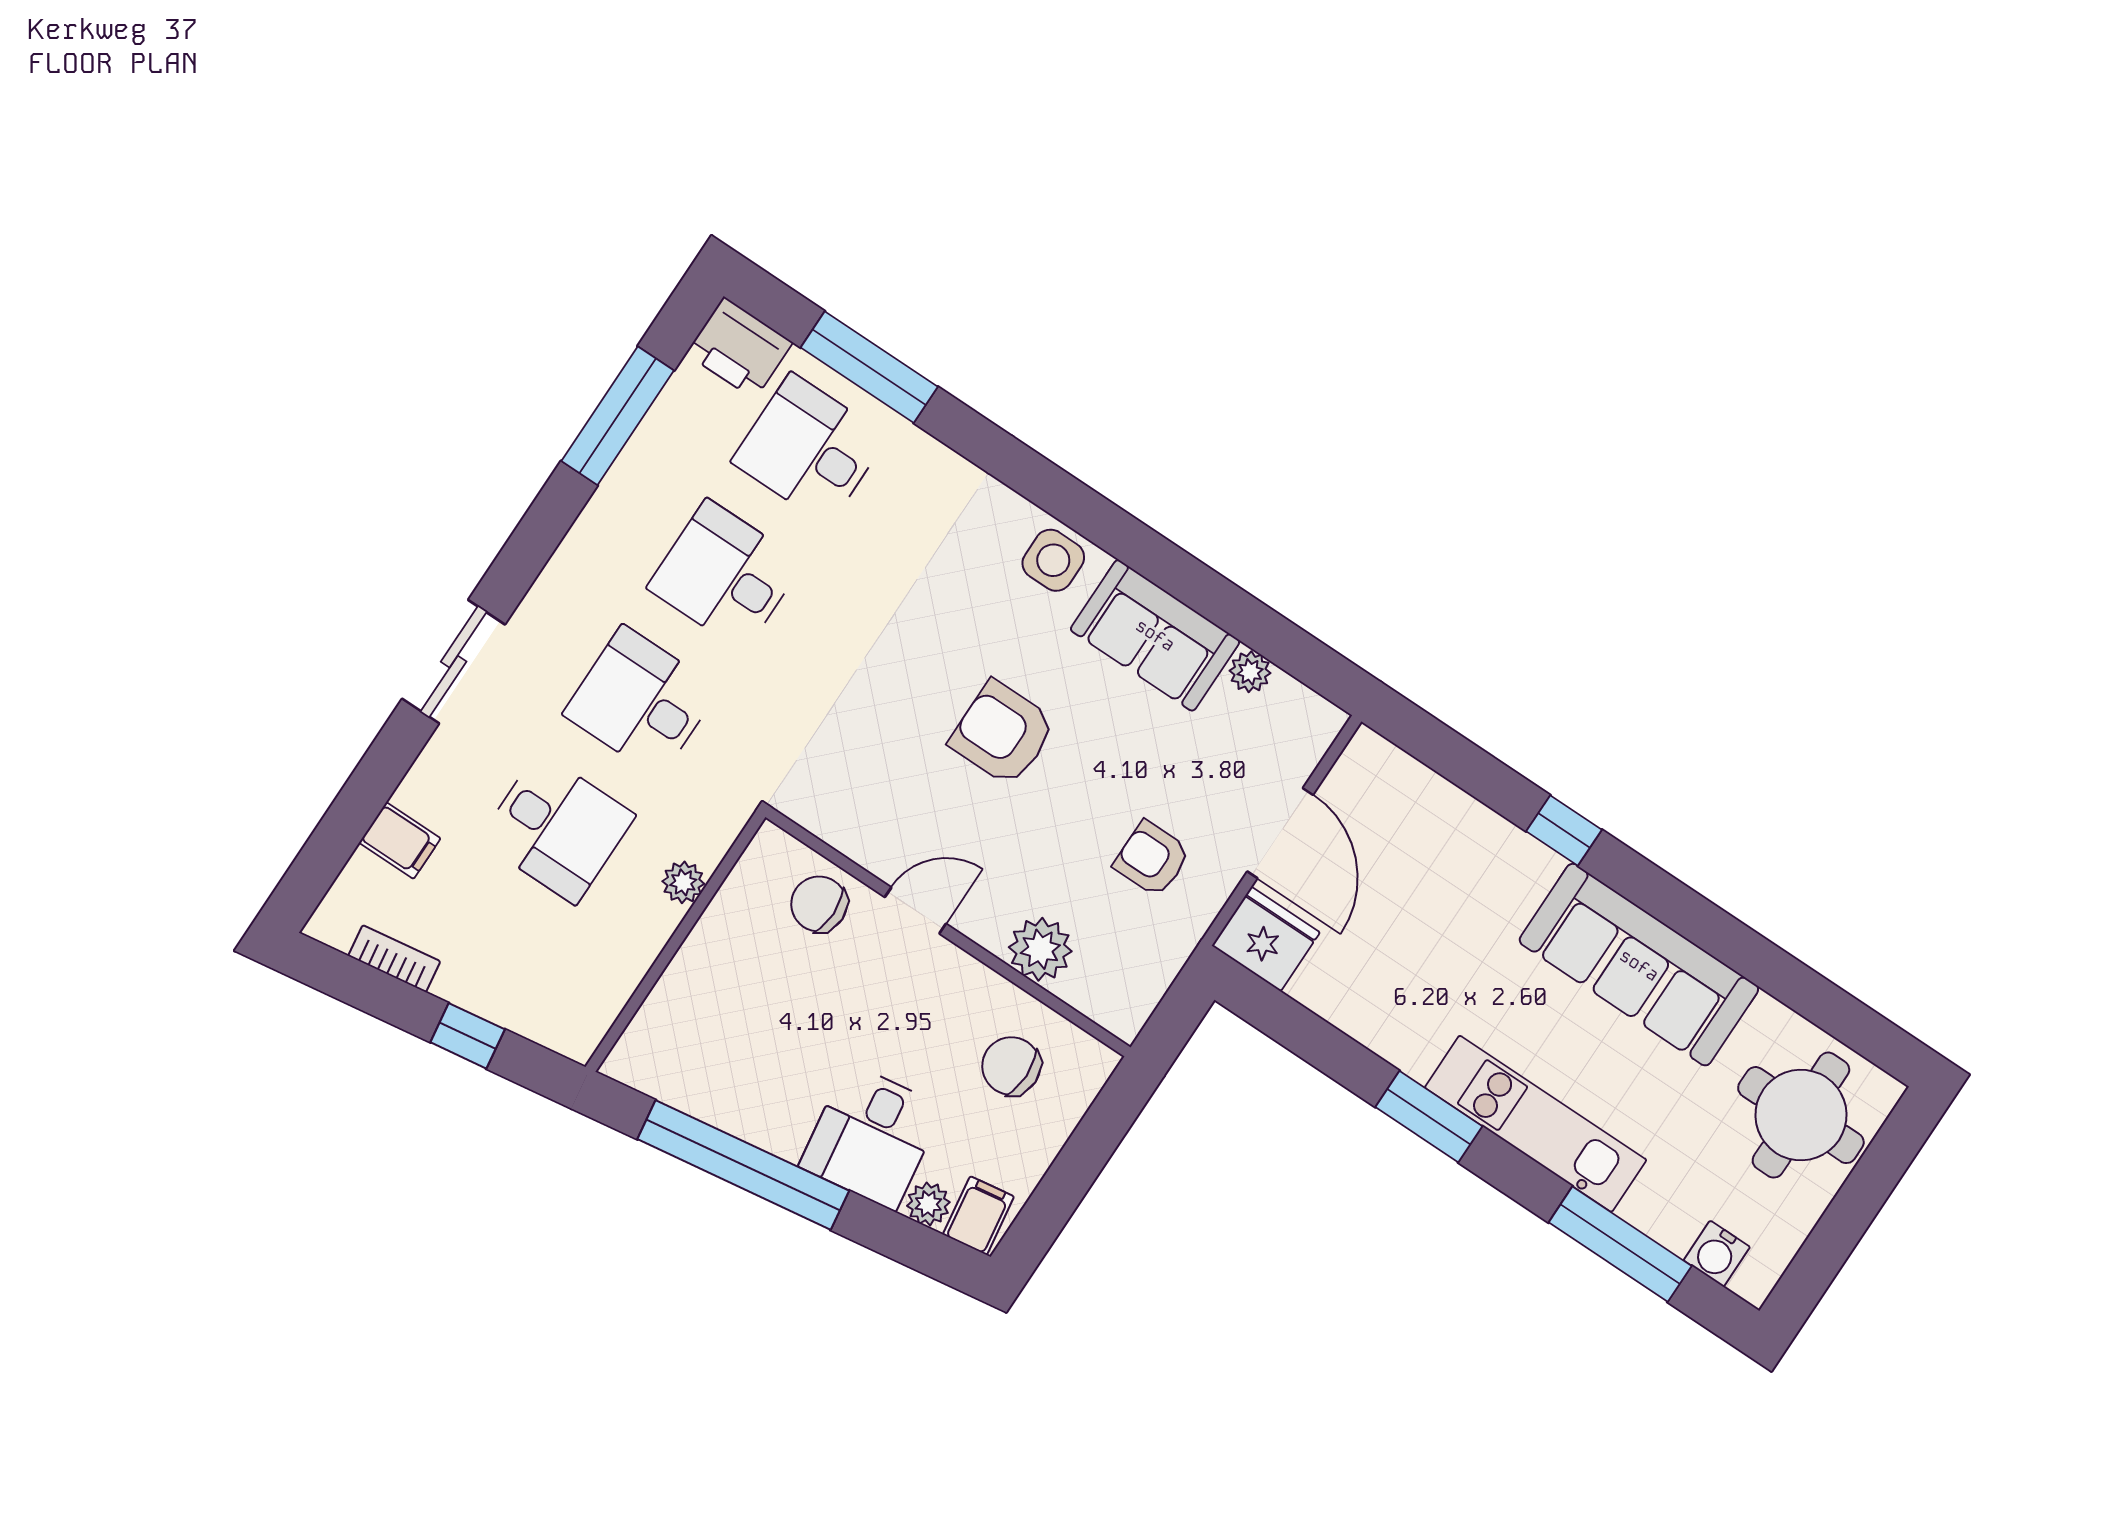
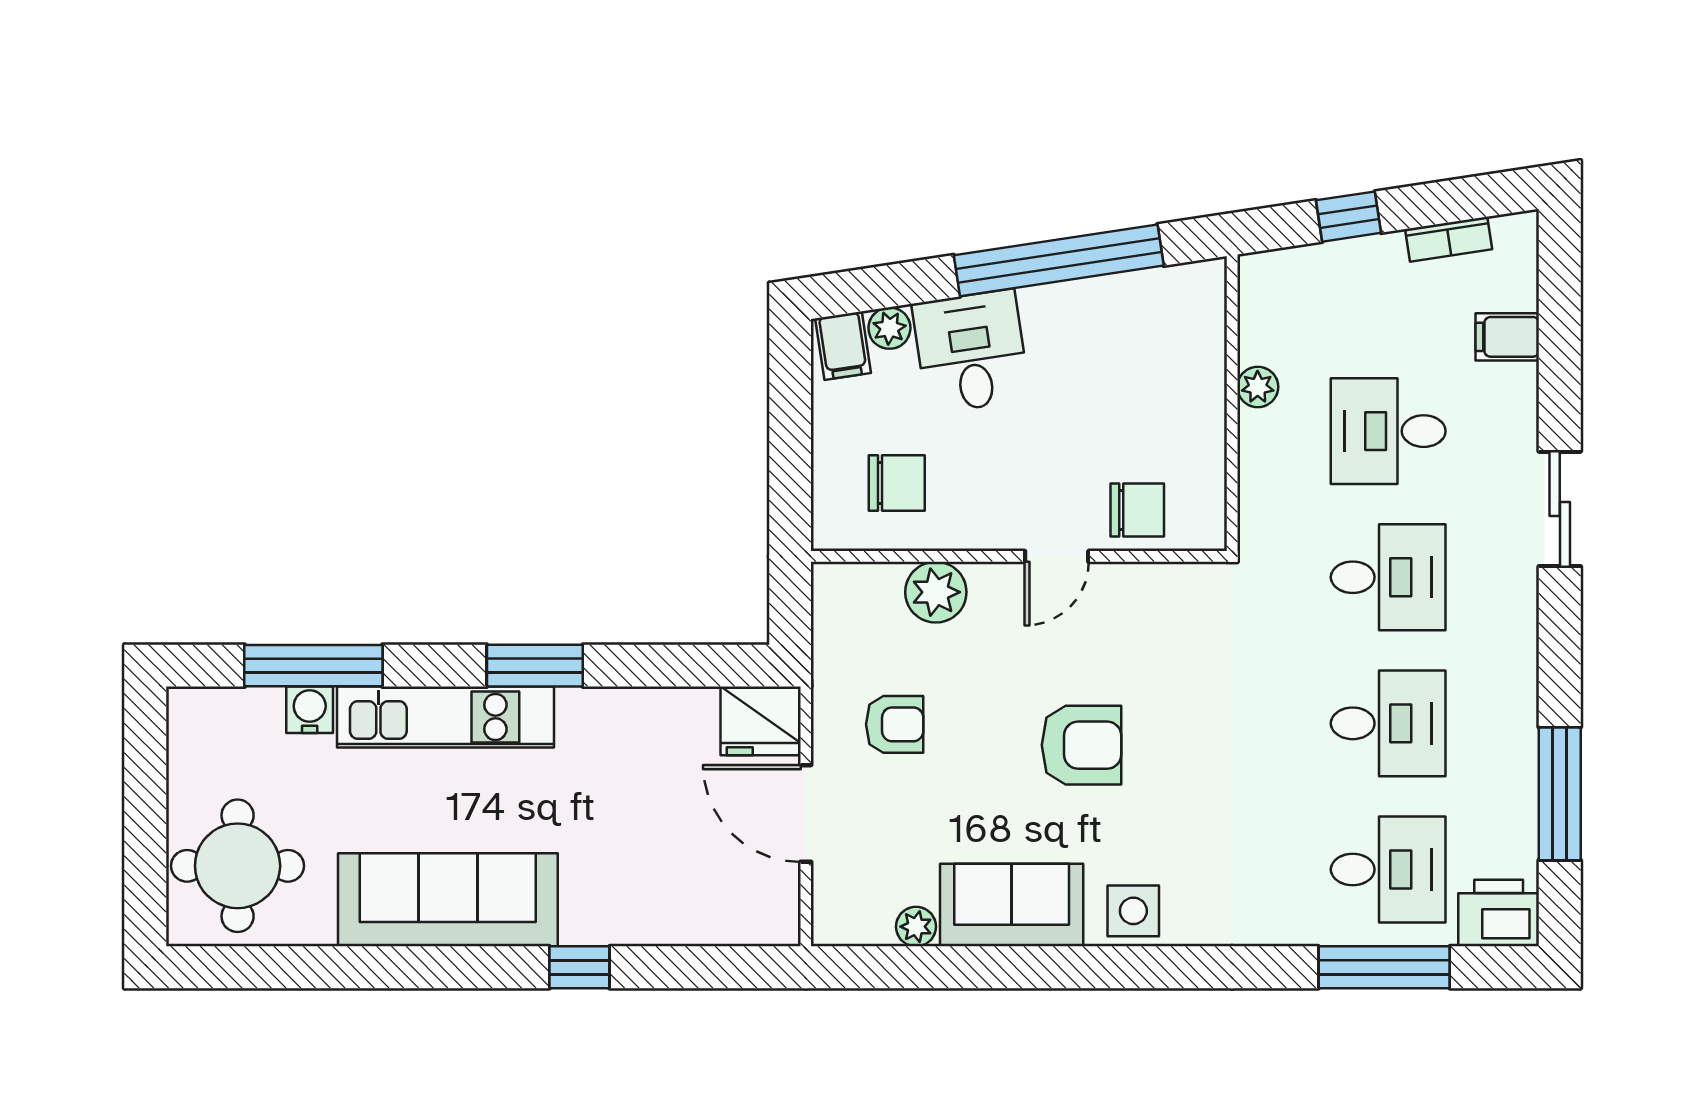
plant: (683, 882) -> (1258, 387), moved
water cooler: (1717, 1254) -> (310, 710), moved

